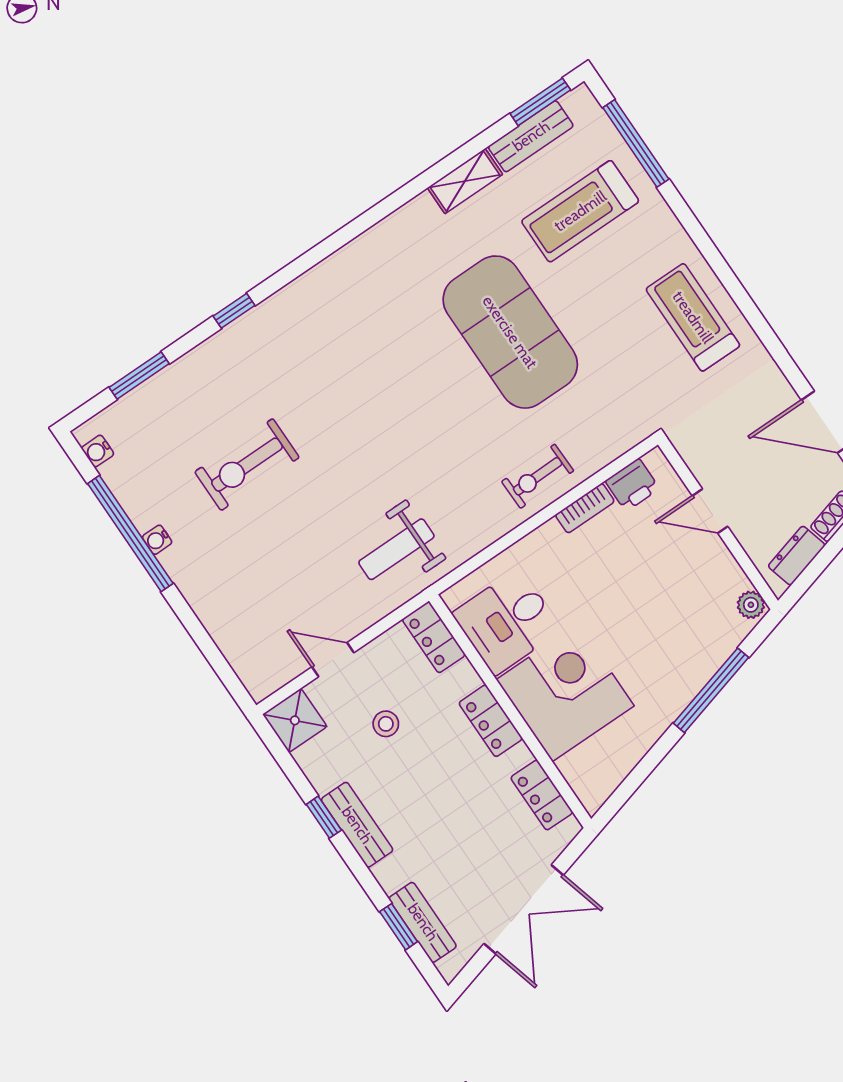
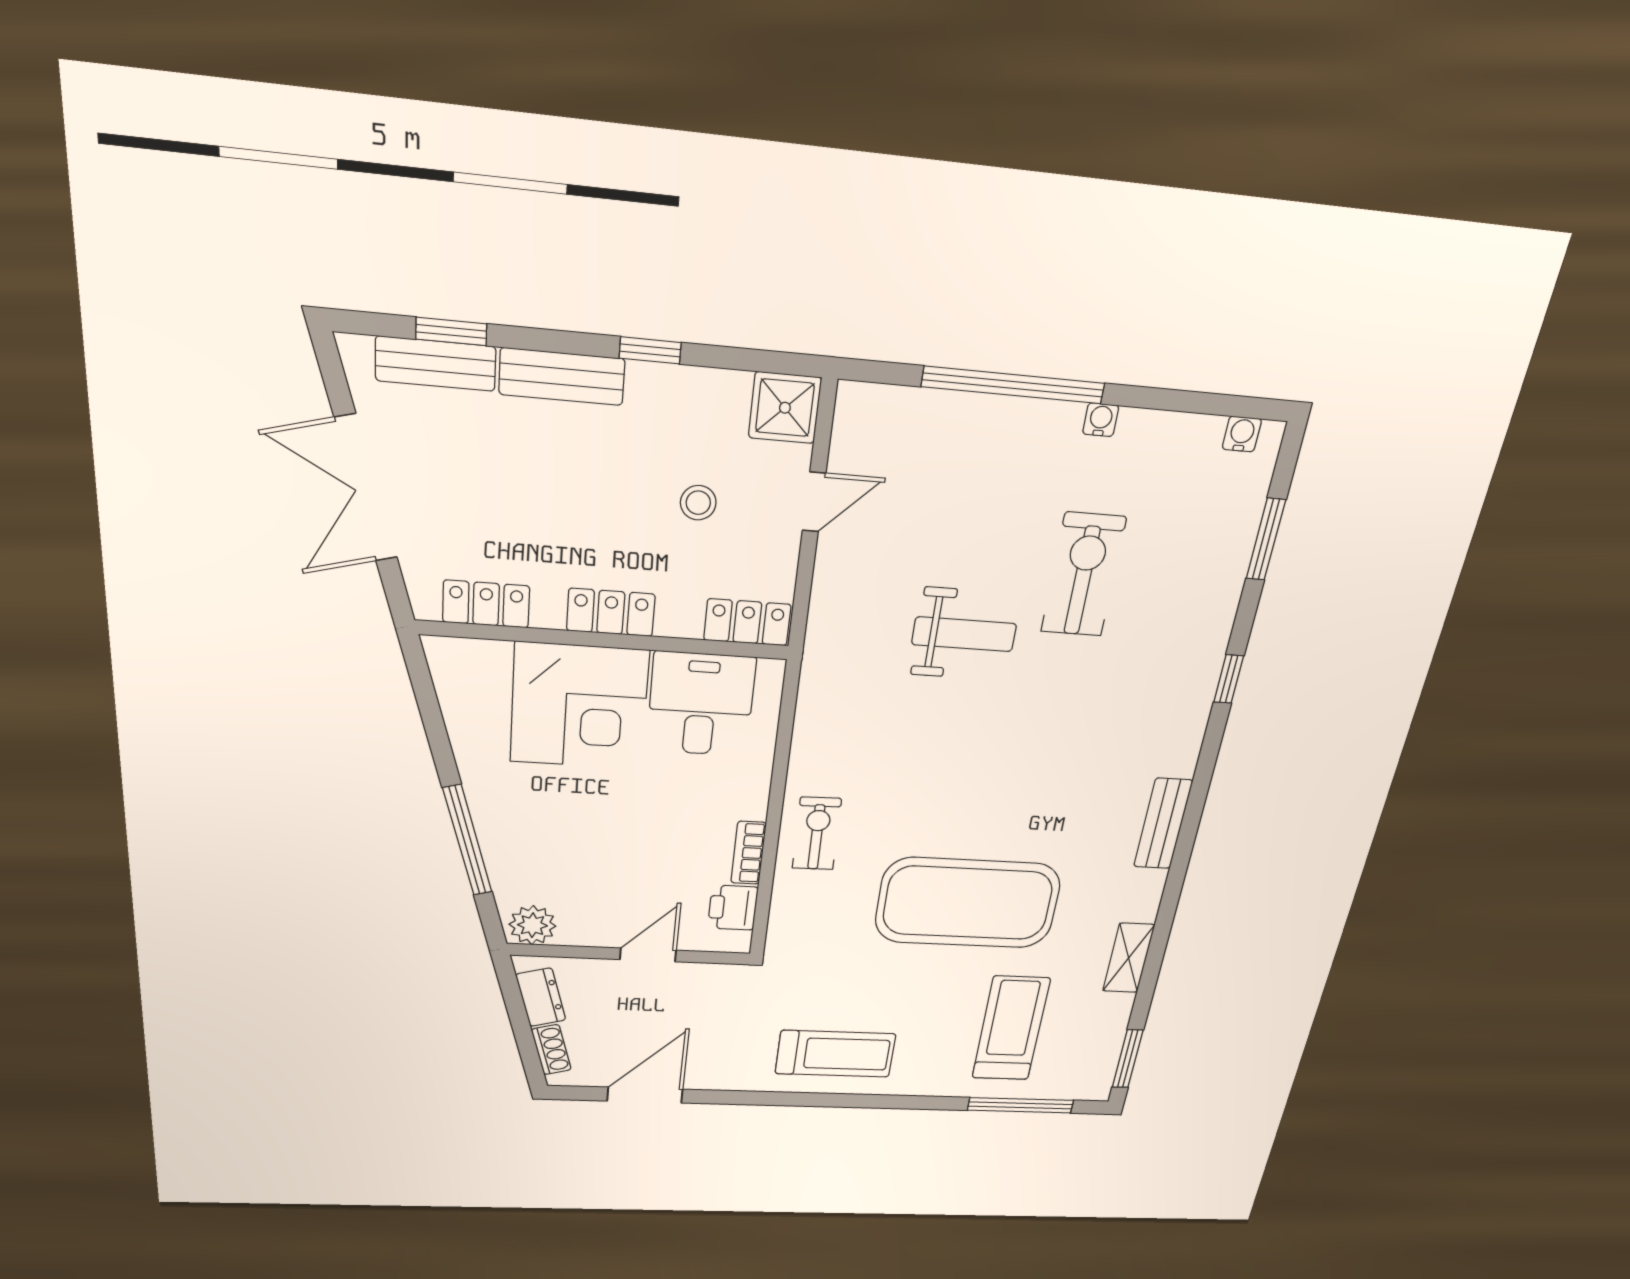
bench: (531, 136) -> (1163, 824), moved
window: (130, 534) -> (1013, 385), moved
weight bench: (396, 549) -> (964, 634), moved, turned 90
plant: (751, 605) -> (532, 925), width x1.38, depth x1.38
bench: (357, 825) -> (562, 377), moved

